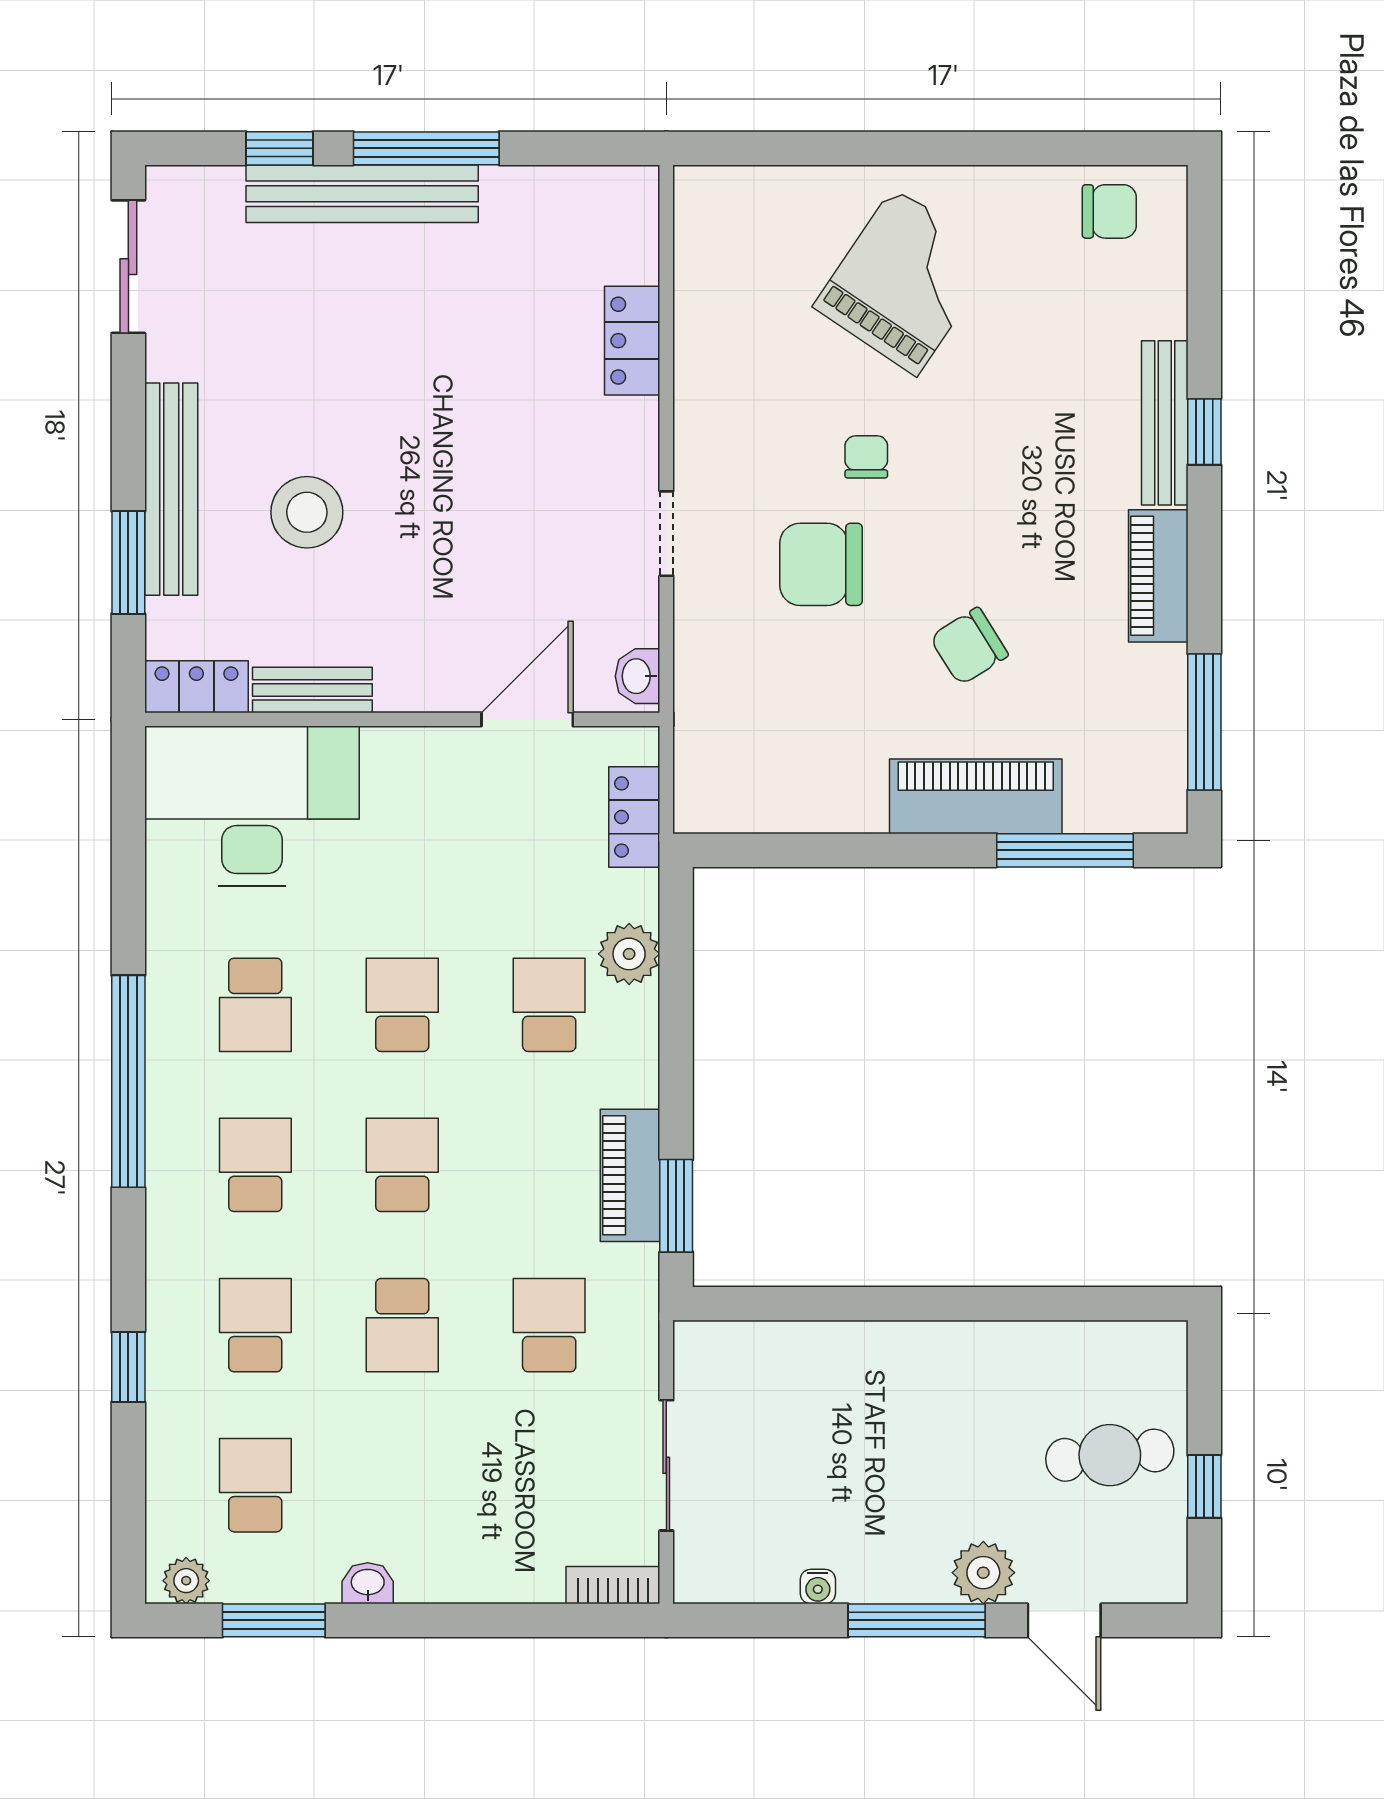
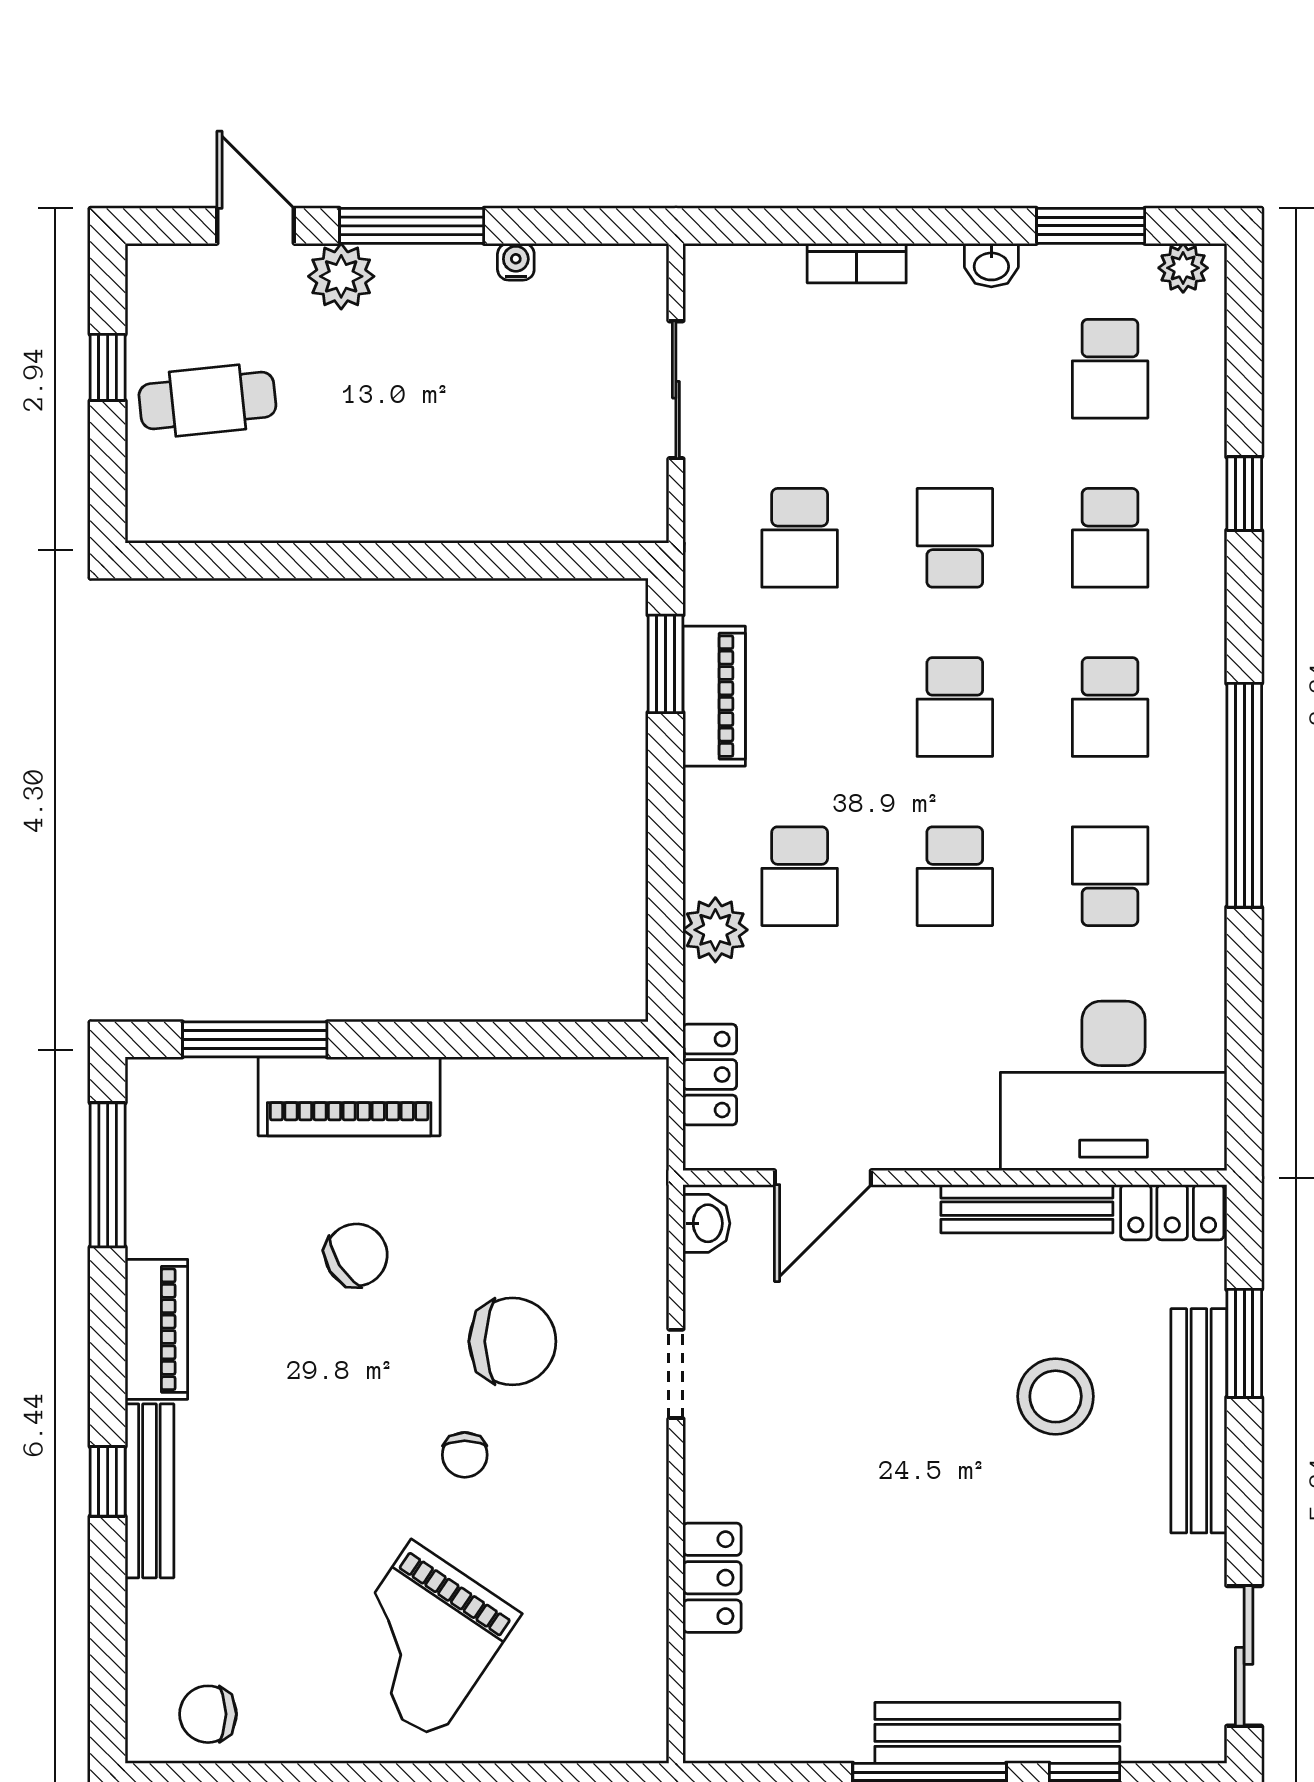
bench: (312, 690) -> (1027, 1209), width x1.36
bookcase: (613, 1585) -> (857, 263), moved

